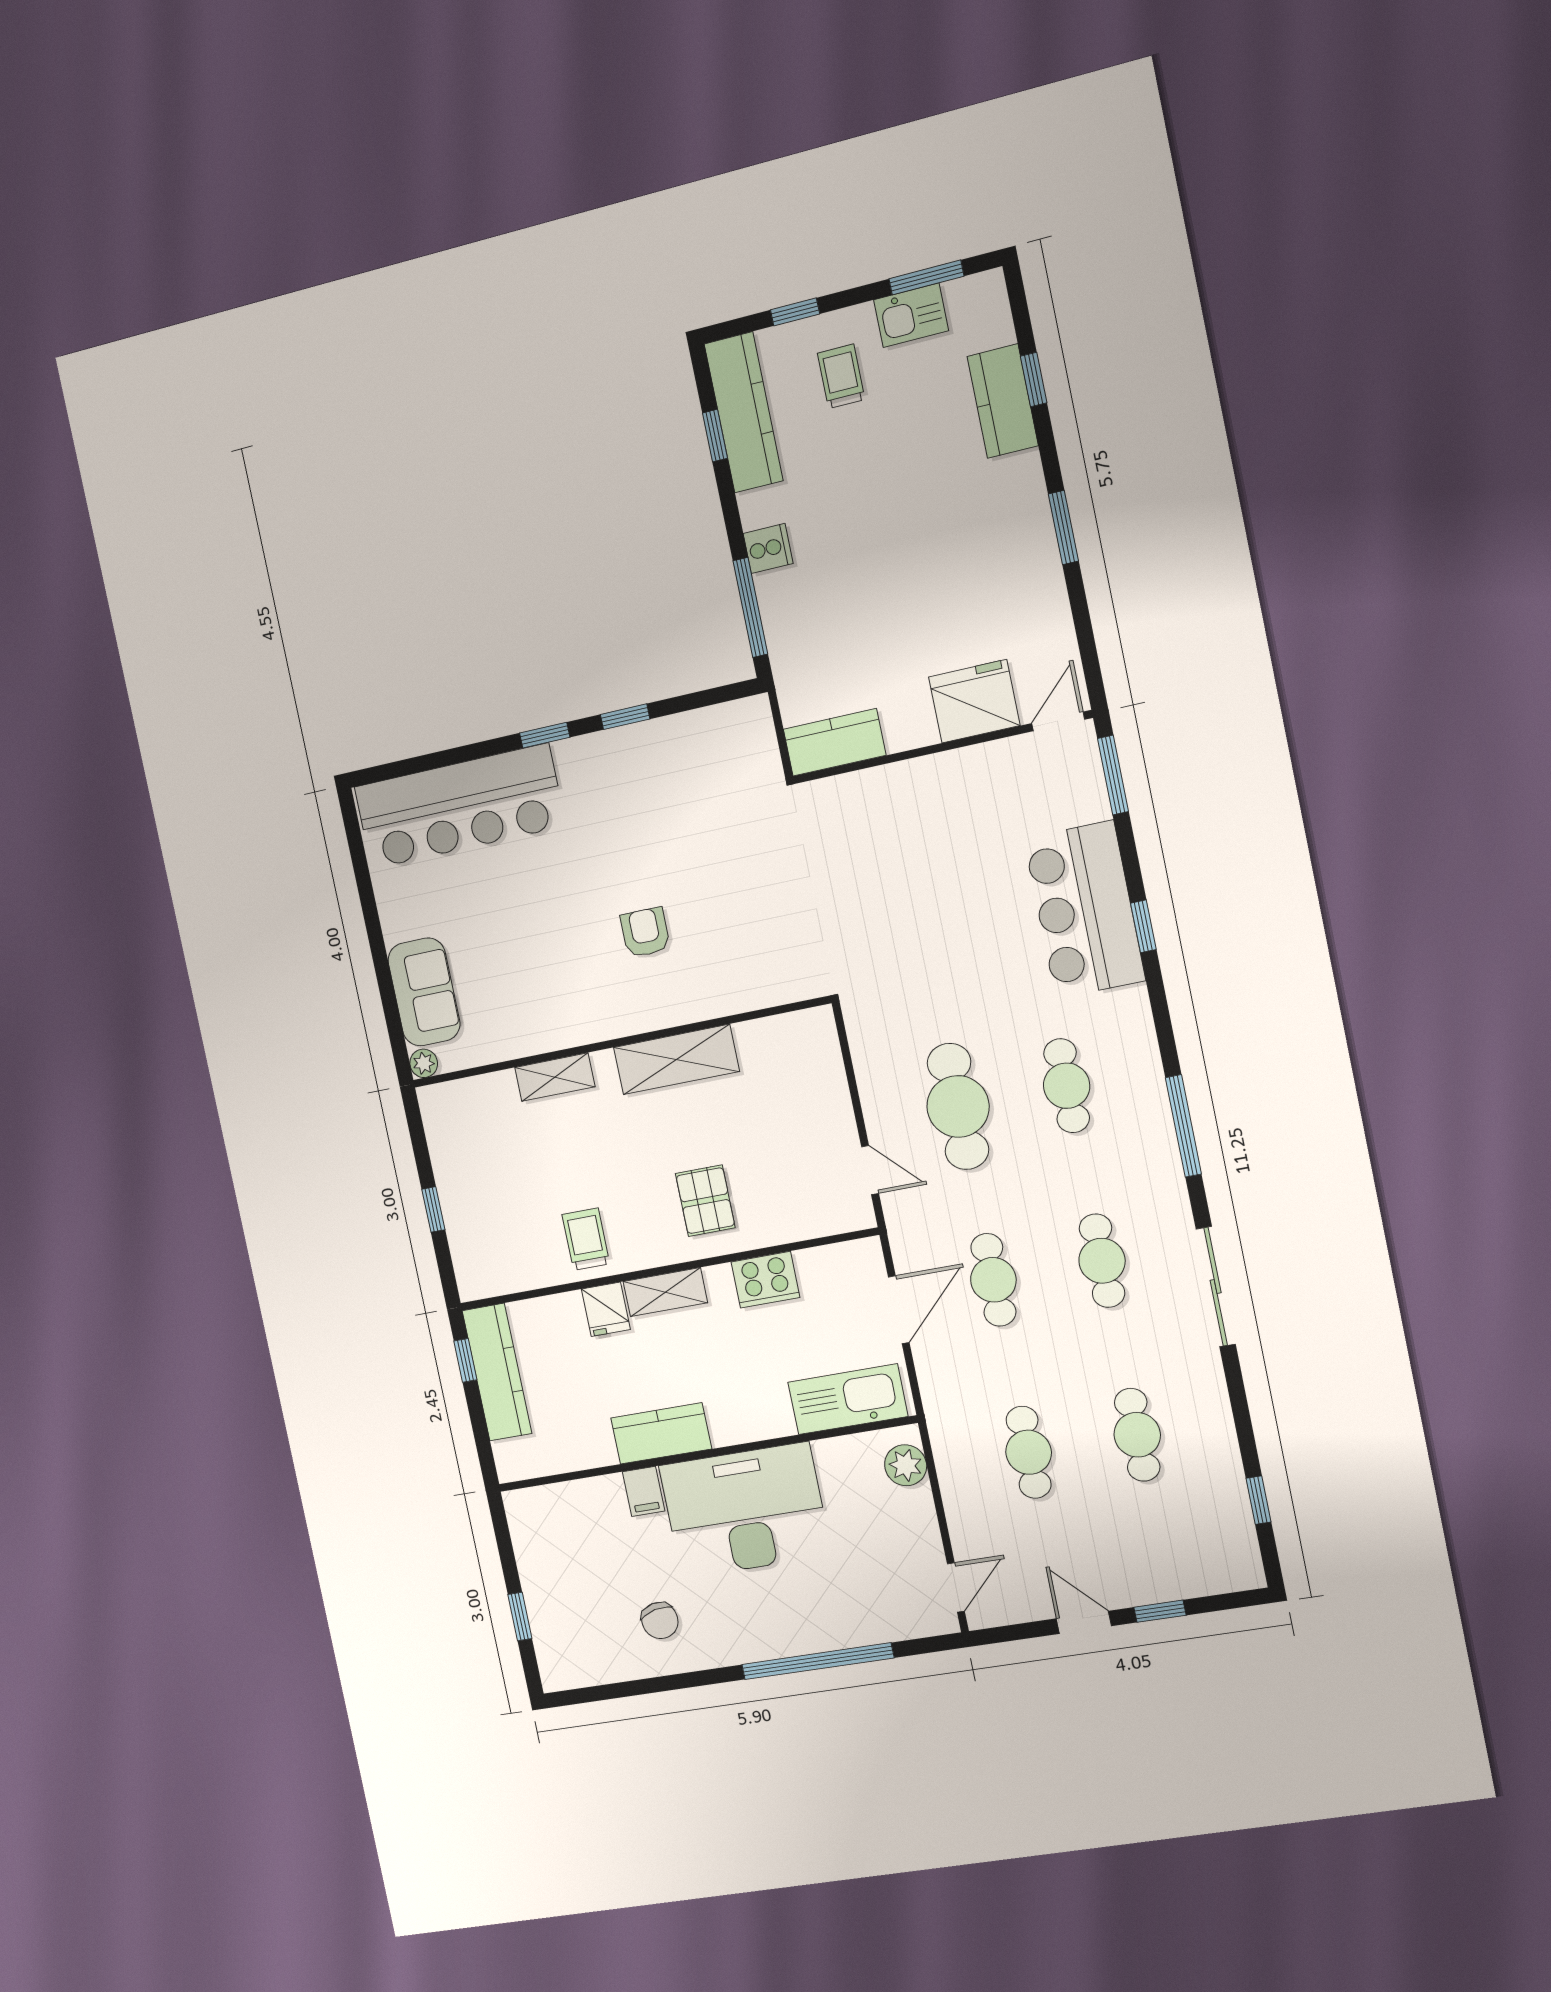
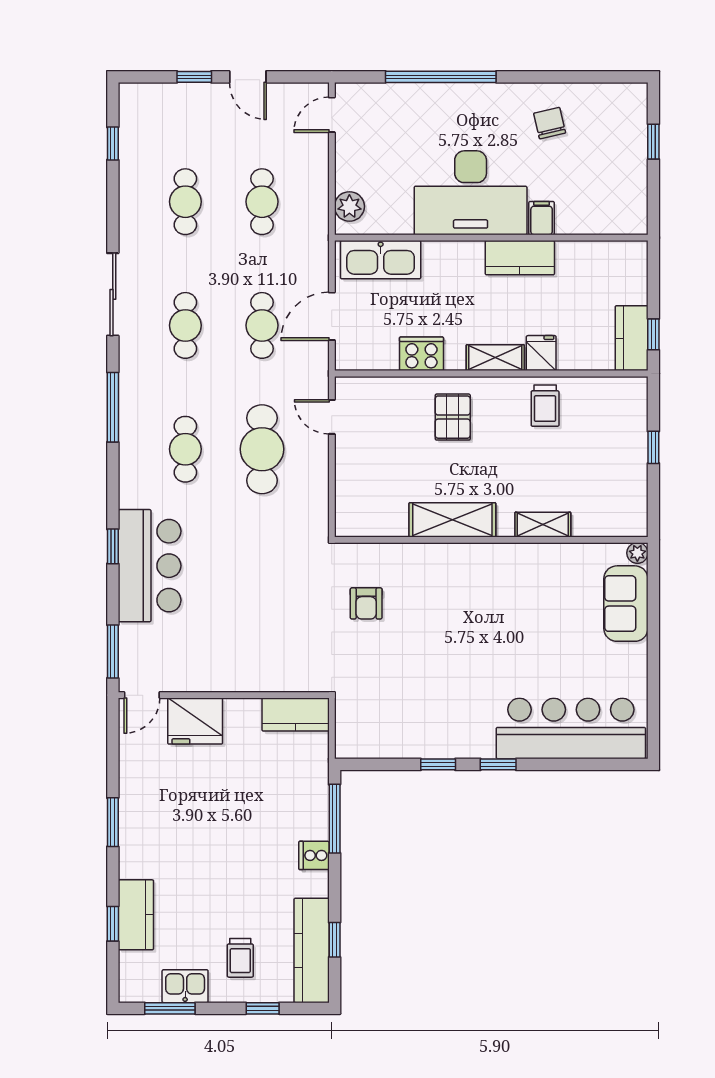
armchair: (645, 932) -> (366, 603), moved
kitchen counter: (497, 1372) -> (632, 338), width x0.67

